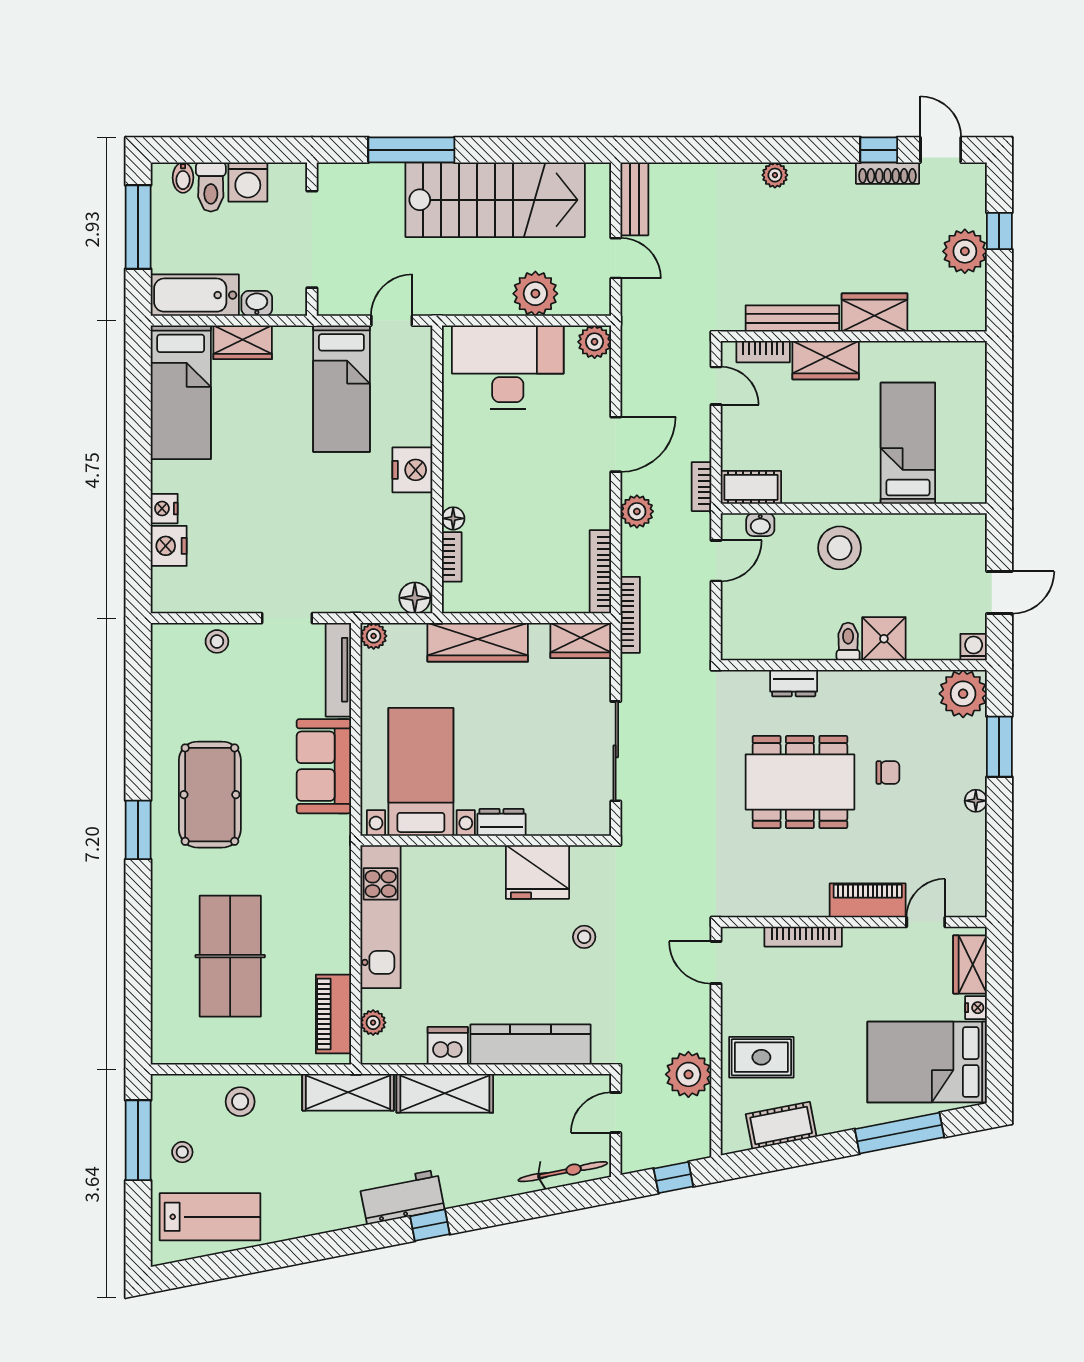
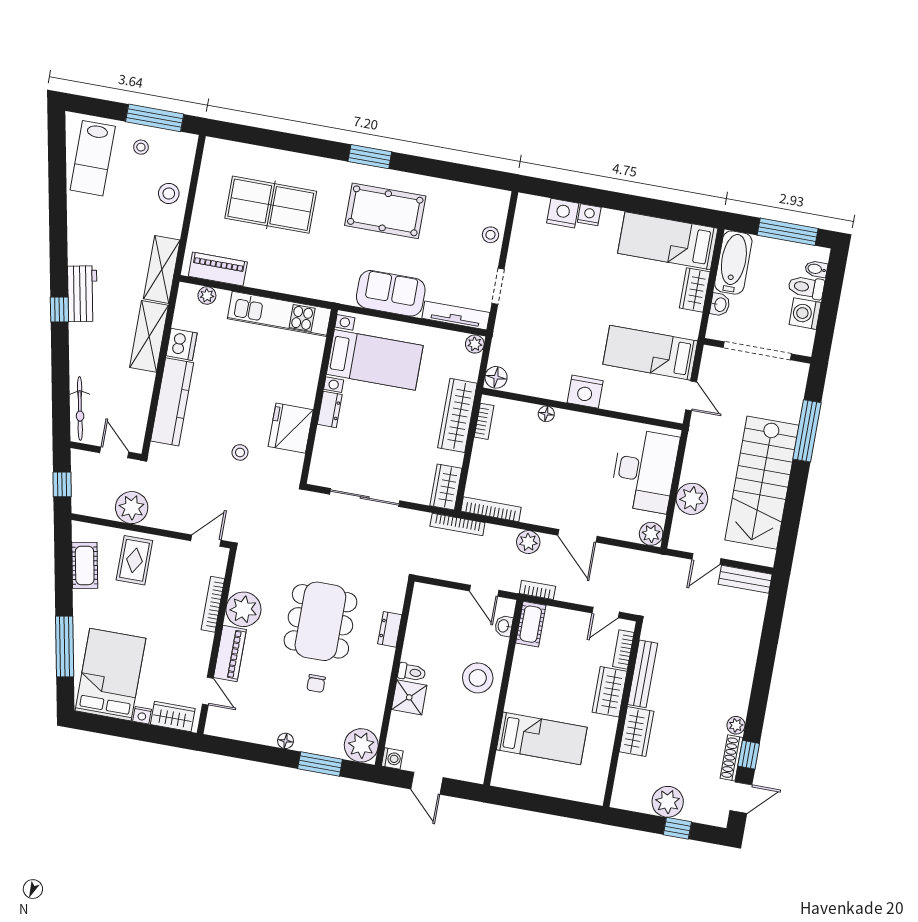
plant: (775, 175) -> (736, 725), moved
bookcase: (452, 557) -> (484, 421), moved, turned -90
plant: (803, 893) -> (243, 609), added

